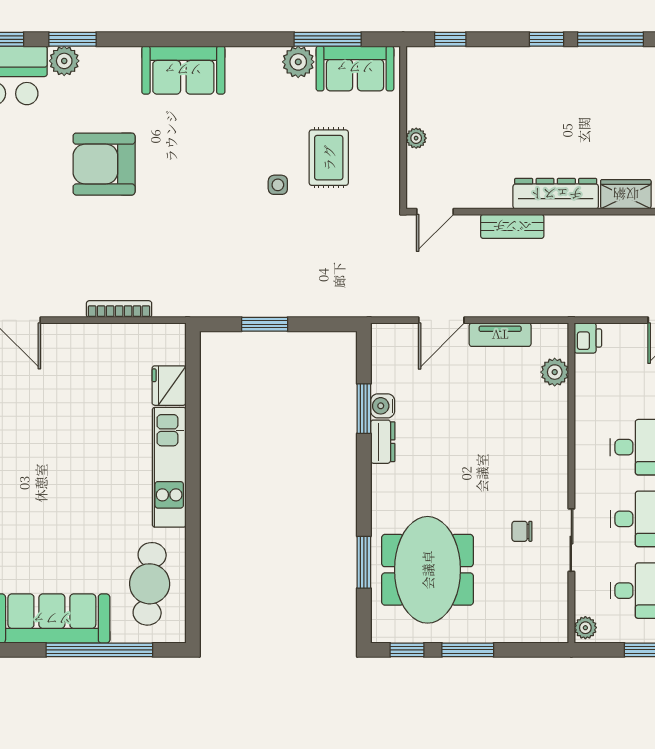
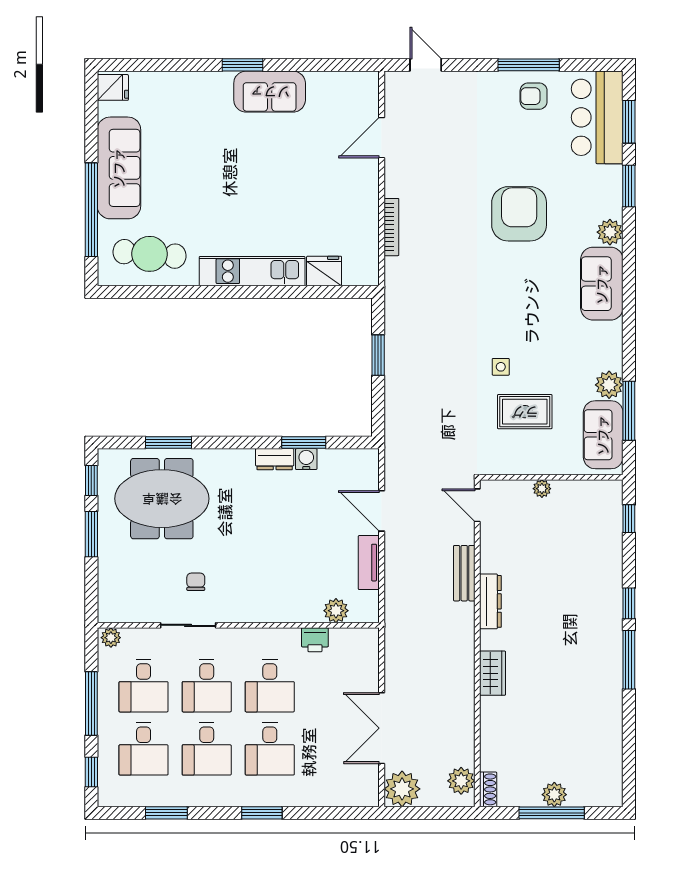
plant: (64, 61) -> (610, 232), moved
dresser: (556, 194) -> (490, 601), width x0.73, depth x0.80
printer: (588, 338) -> (315, 640), moved

